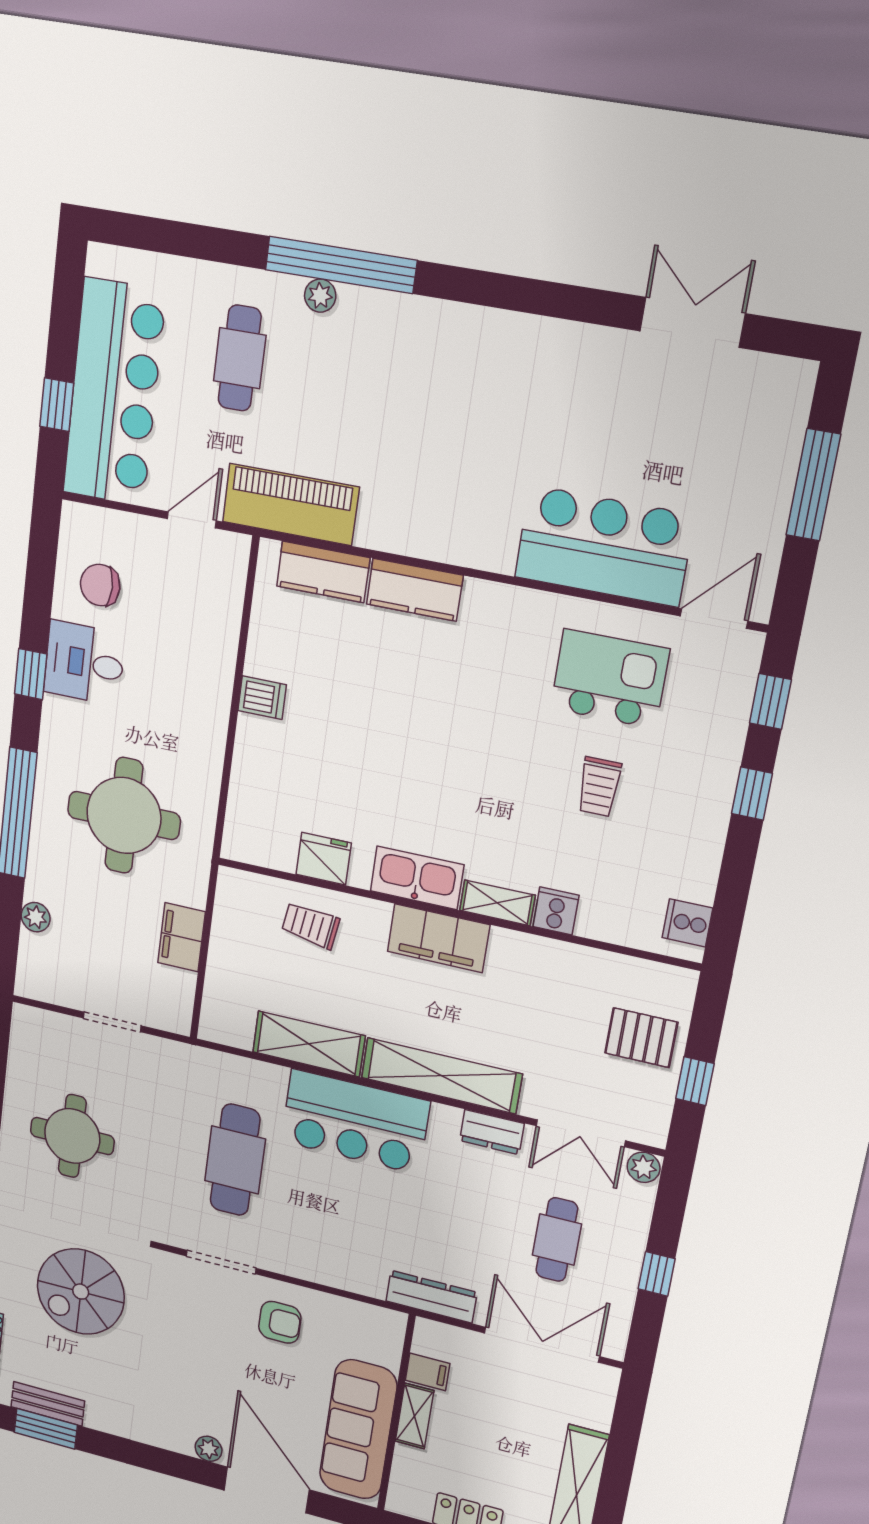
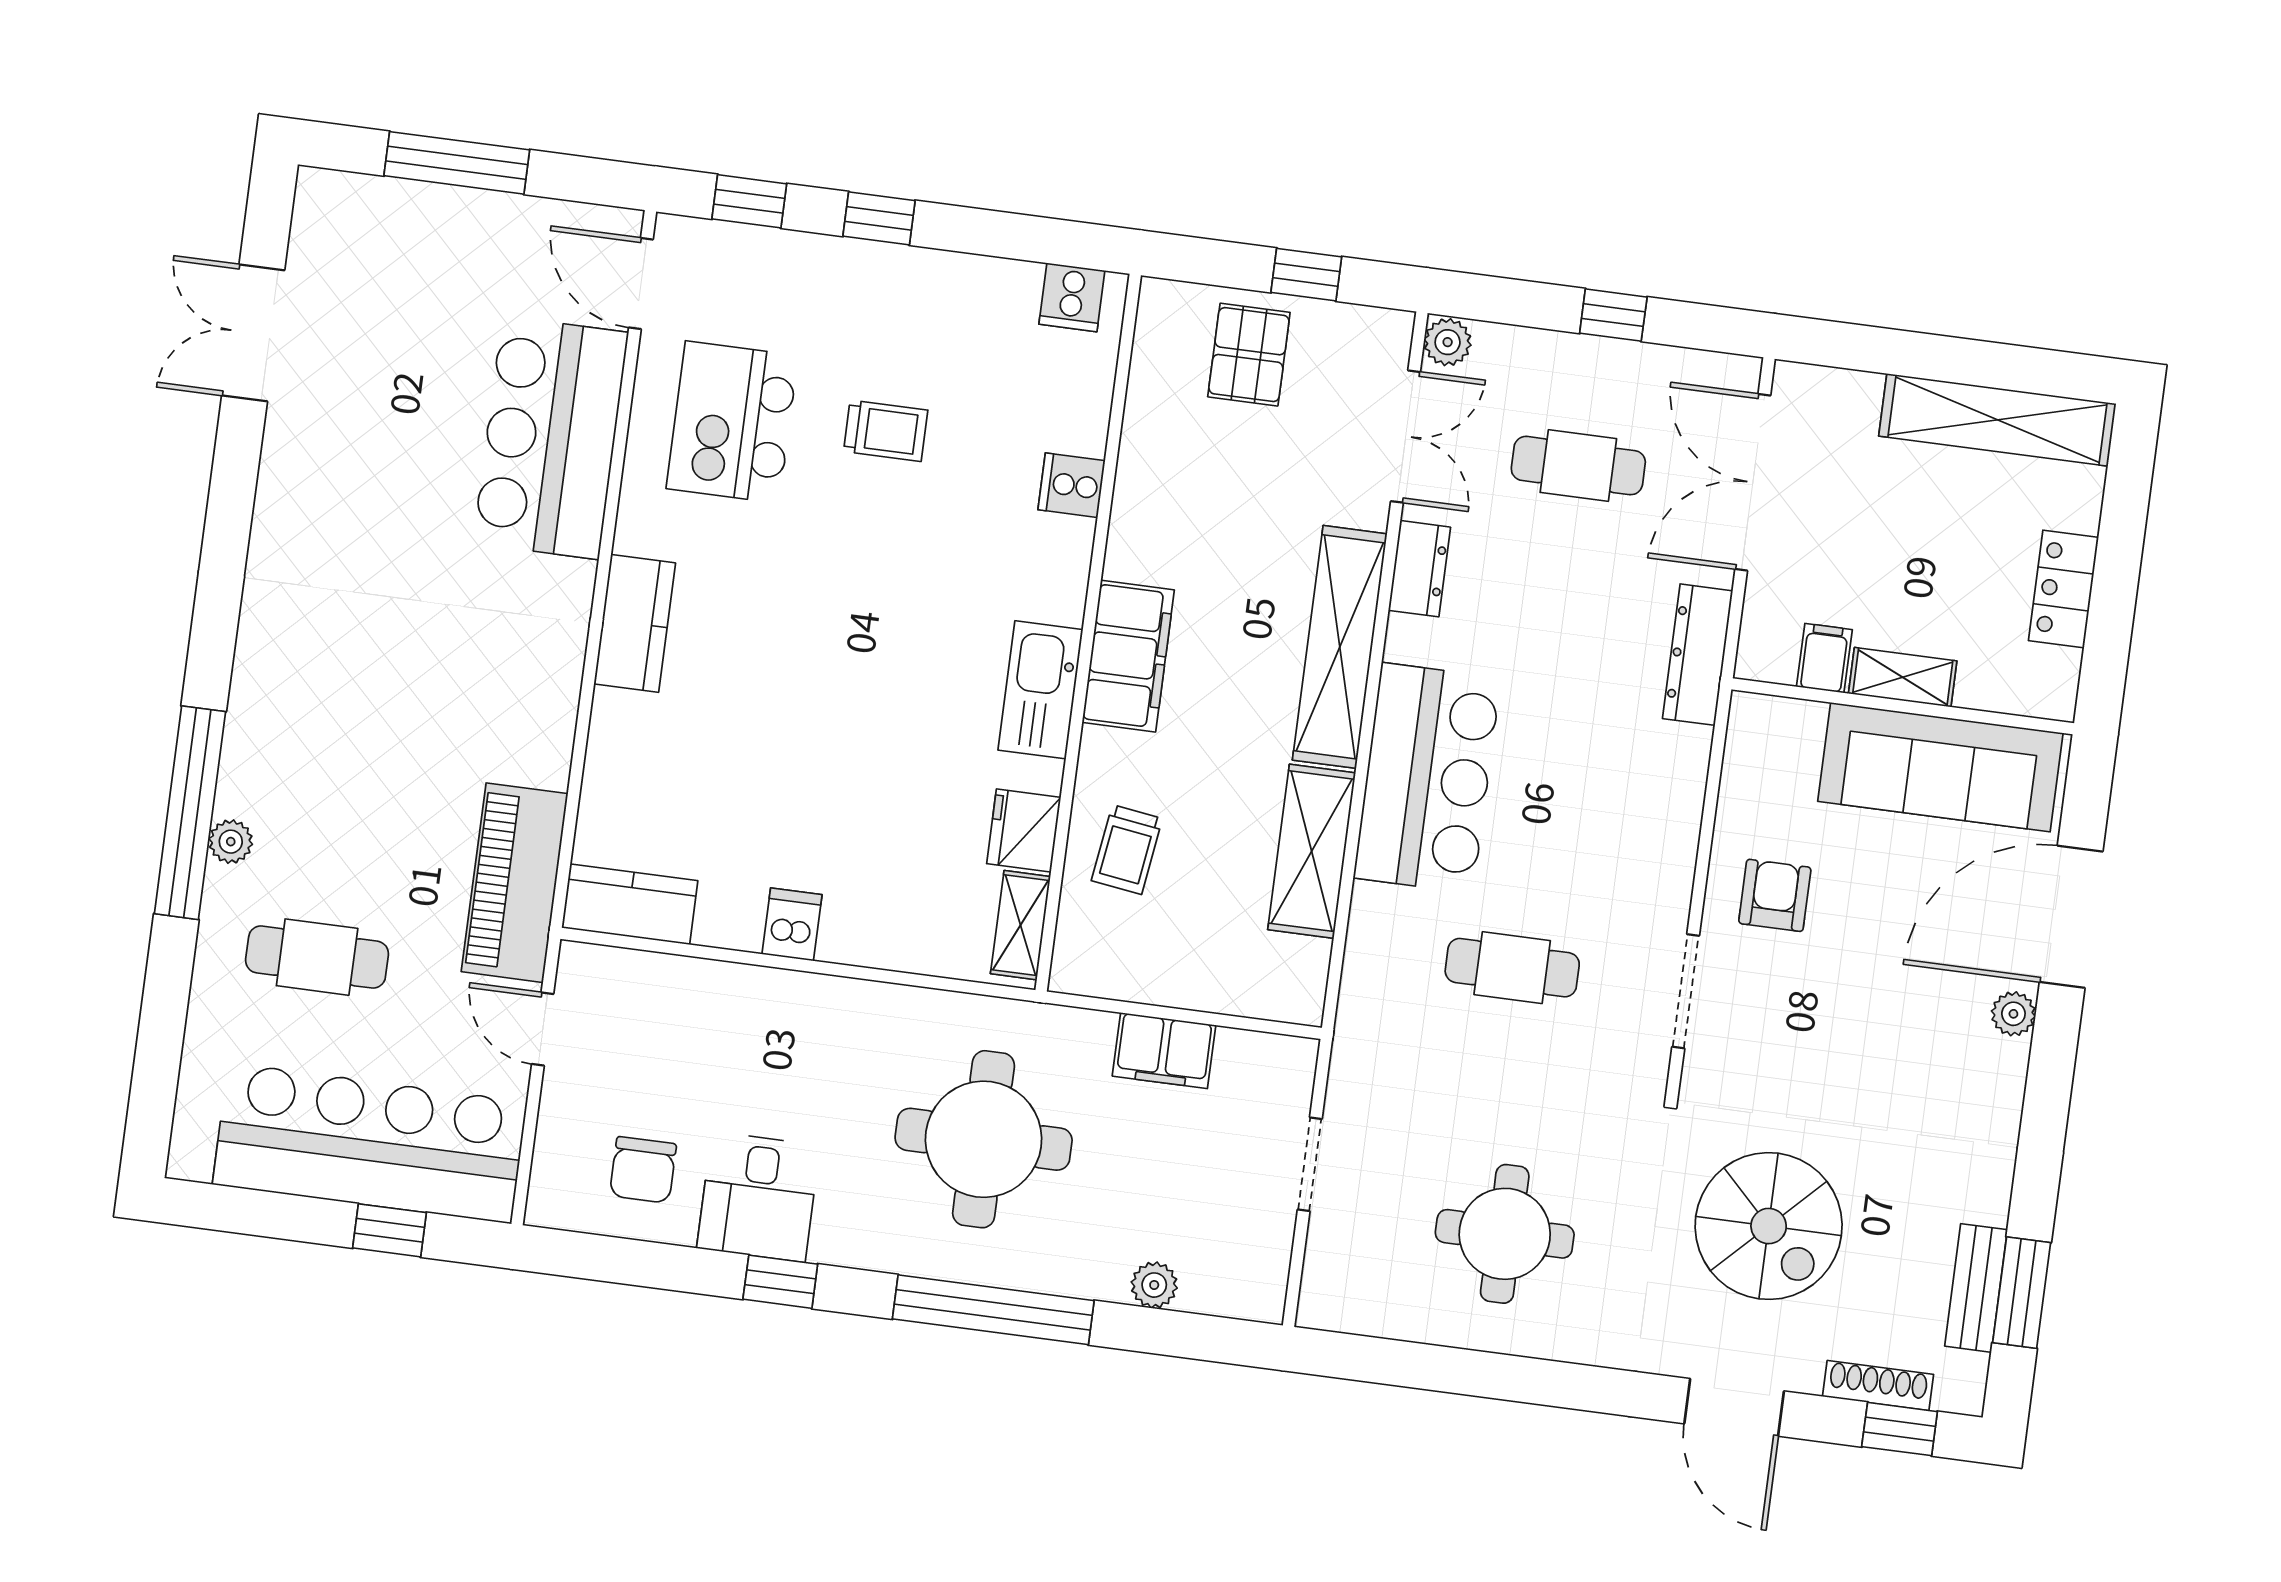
kitchen counter: (323, 572) -> (630, 904), moved, turned -90
kitchen counter: (415, 590) -> (635, 623), moved
shelving: (497, 903) -> (1020, 925), moved
cafe table: (235, 1160) -> (1512, 968), width x0.73, depth x0.74

